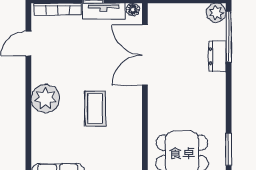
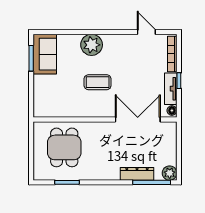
dresser: (217, 56) -> (137, 174), width x1.44
plant: (45, 99) -> (92, 45), moved

